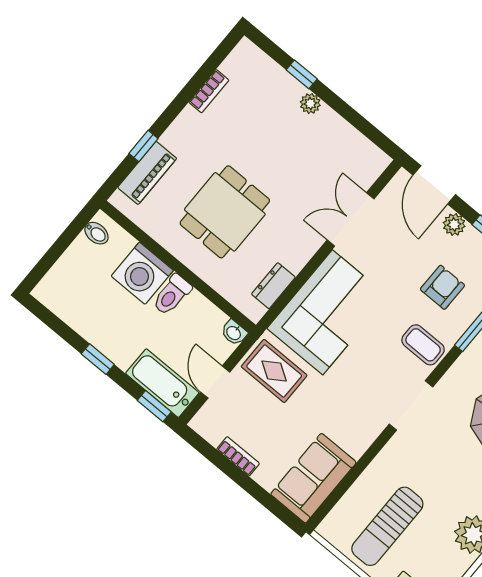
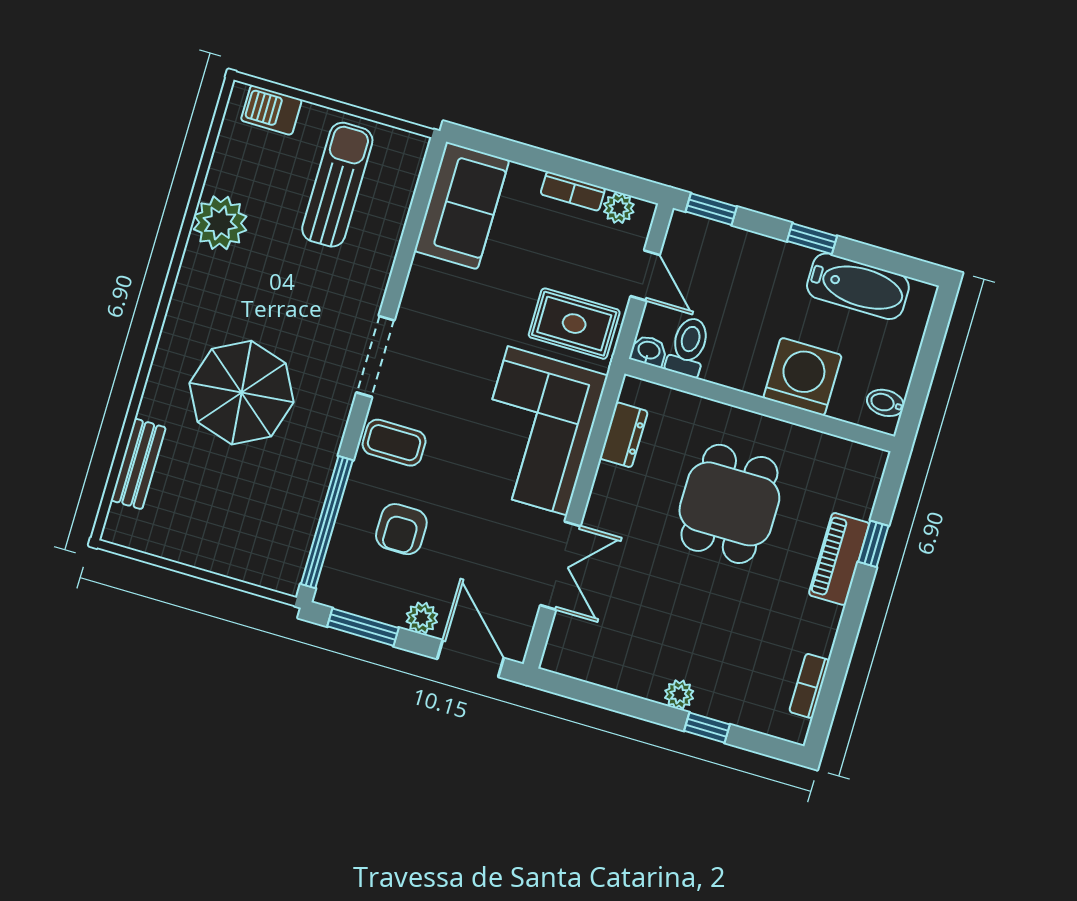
bookcase: (209, 91) -> (809, 686), moved
piano: (147, 173) -> (839, 559), moved
toilet: (172, 295) -> (688, 347), moved
bathtub: (162, 383) -> (858, 286), moved
plant: (213, 433) -> (619, 208), added

